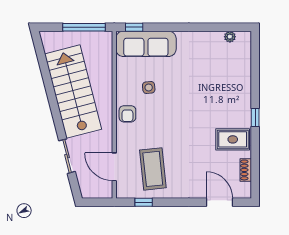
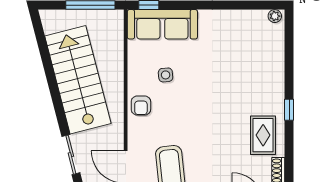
plant: (230, 37) -> (275, 16), moved
rug: (233, 139) -> (263, 135), turned 90

